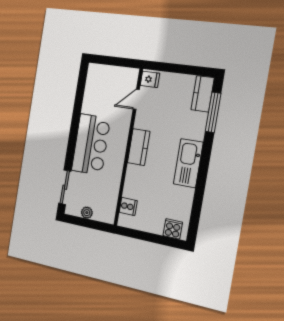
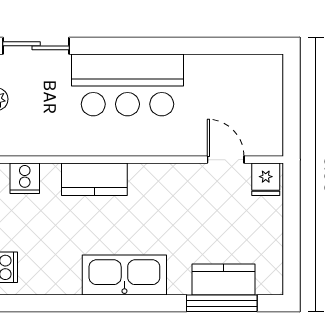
kitchen counter: (203, 94) -> (224, 279), moved
kitchen counter: (139, 147) -> (94, 179), moved

